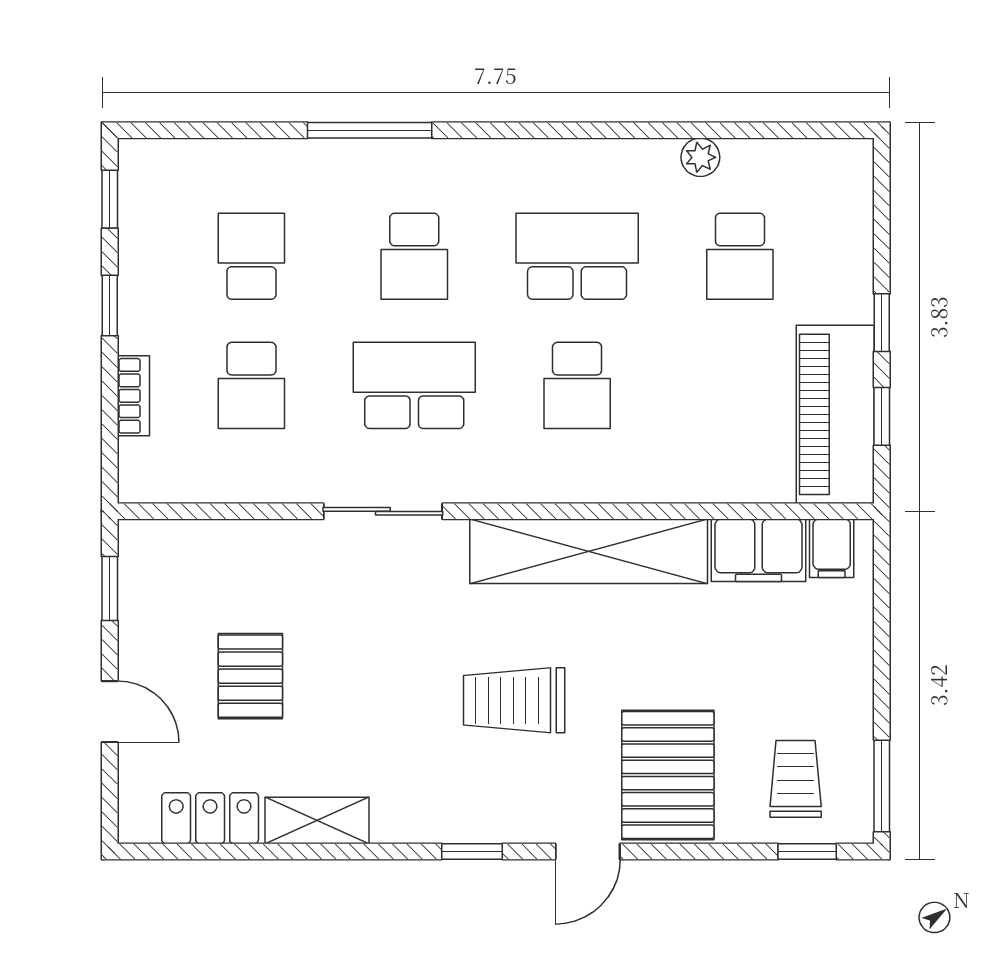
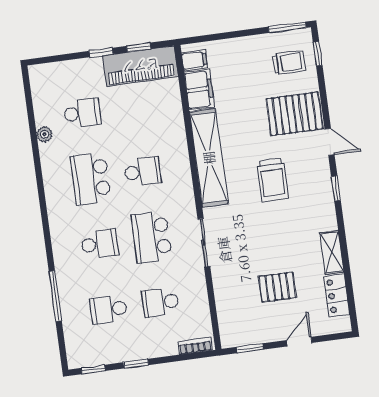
window: (370, 130) -> (55, 296), moved
school desk: (251, 385) -> (160, 302), turned 180
bookcase: (133, 396) -> (195, 346), moved
trolley: (796, 779) -> (289, 62), turned 180

